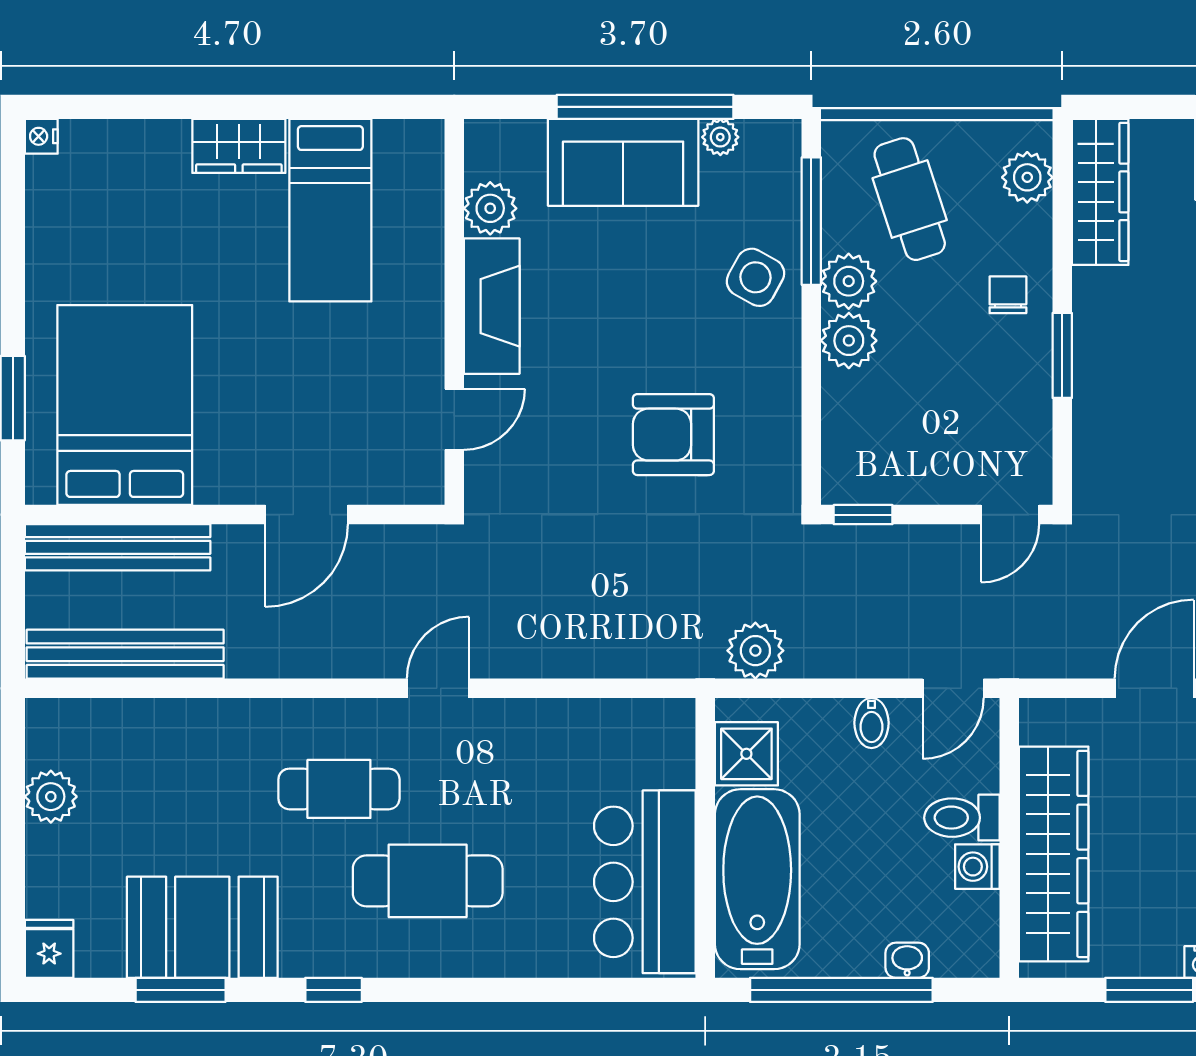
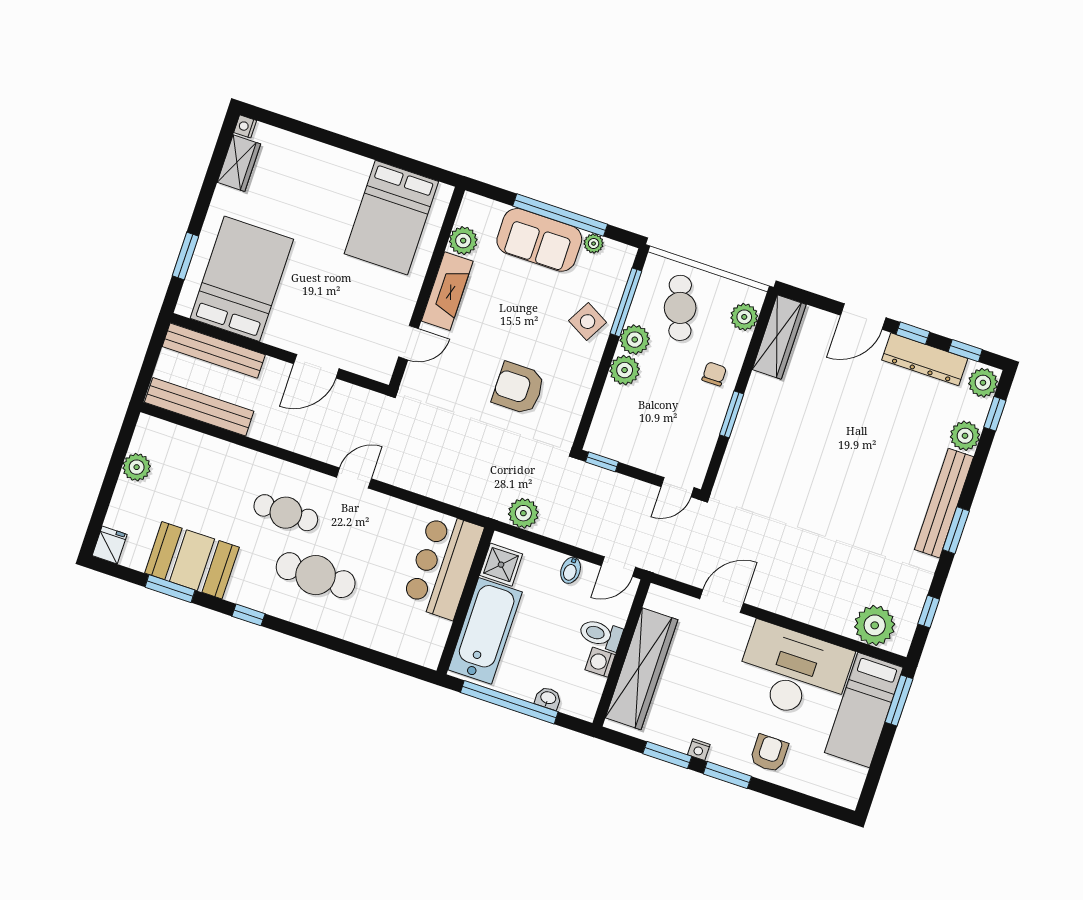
wardrobe: (239, 146) -> (239, 163), moved, turned -90
bed: (330, 210) -> (391, 218), width x1.50
bar counter: (645, 882) -> (443, 565), moved

